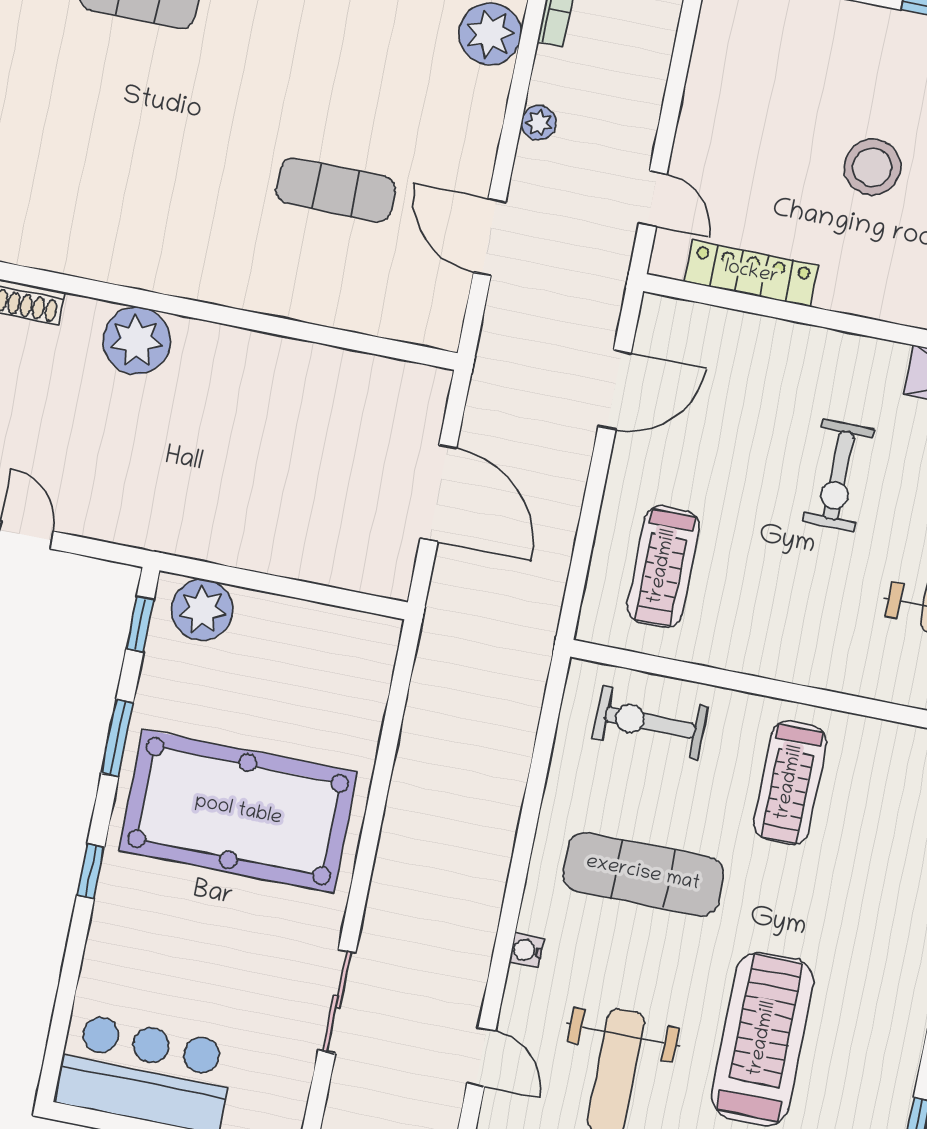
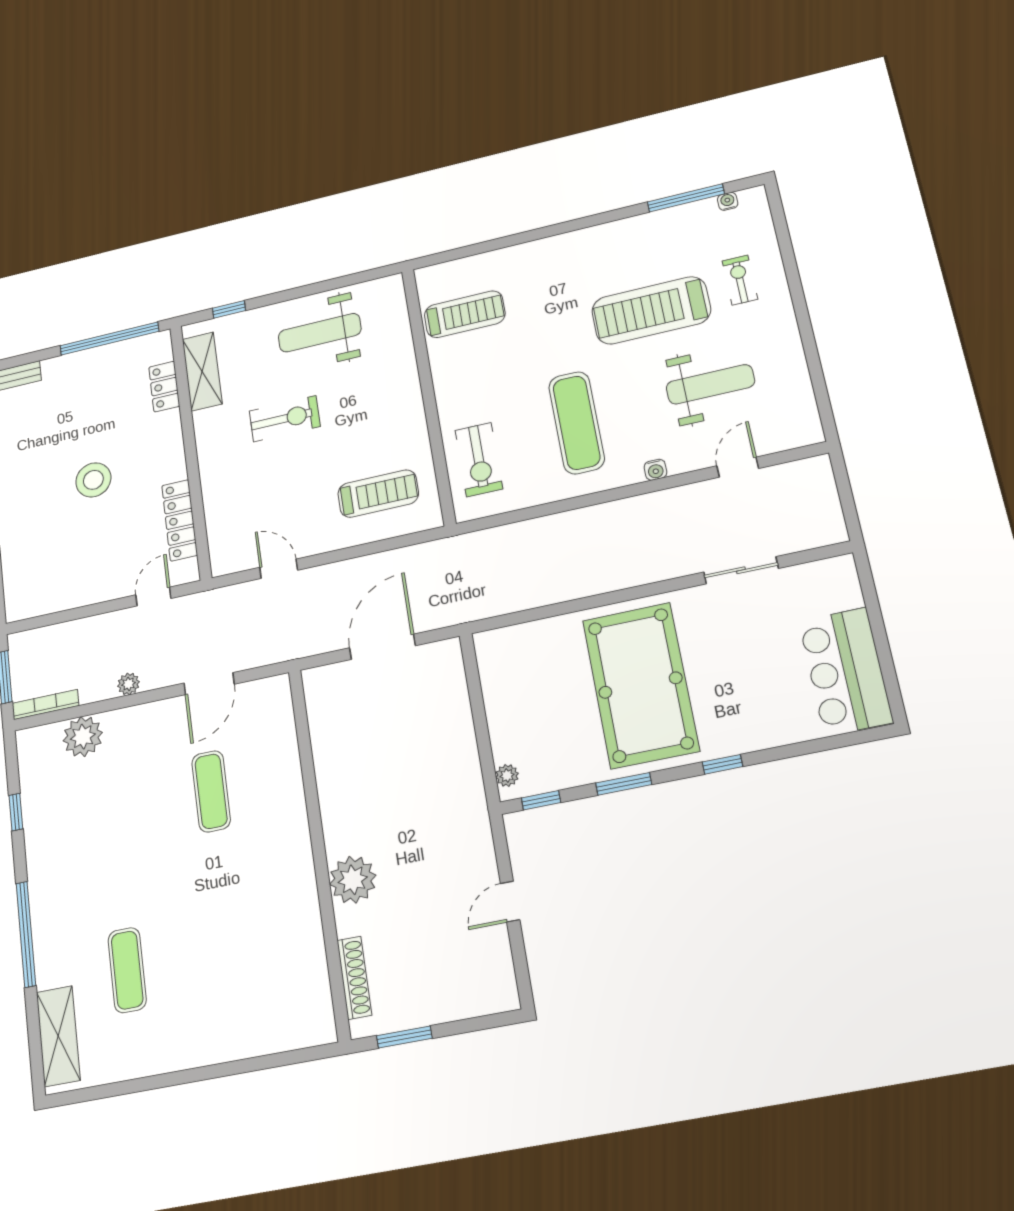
door: (615, 390) -> (279, 569), width x0.73
plant: (202, 610) -> (507, 775), width x0.53, depth x0.53
treadmill: (790, 783) -> (465, 314), moved

